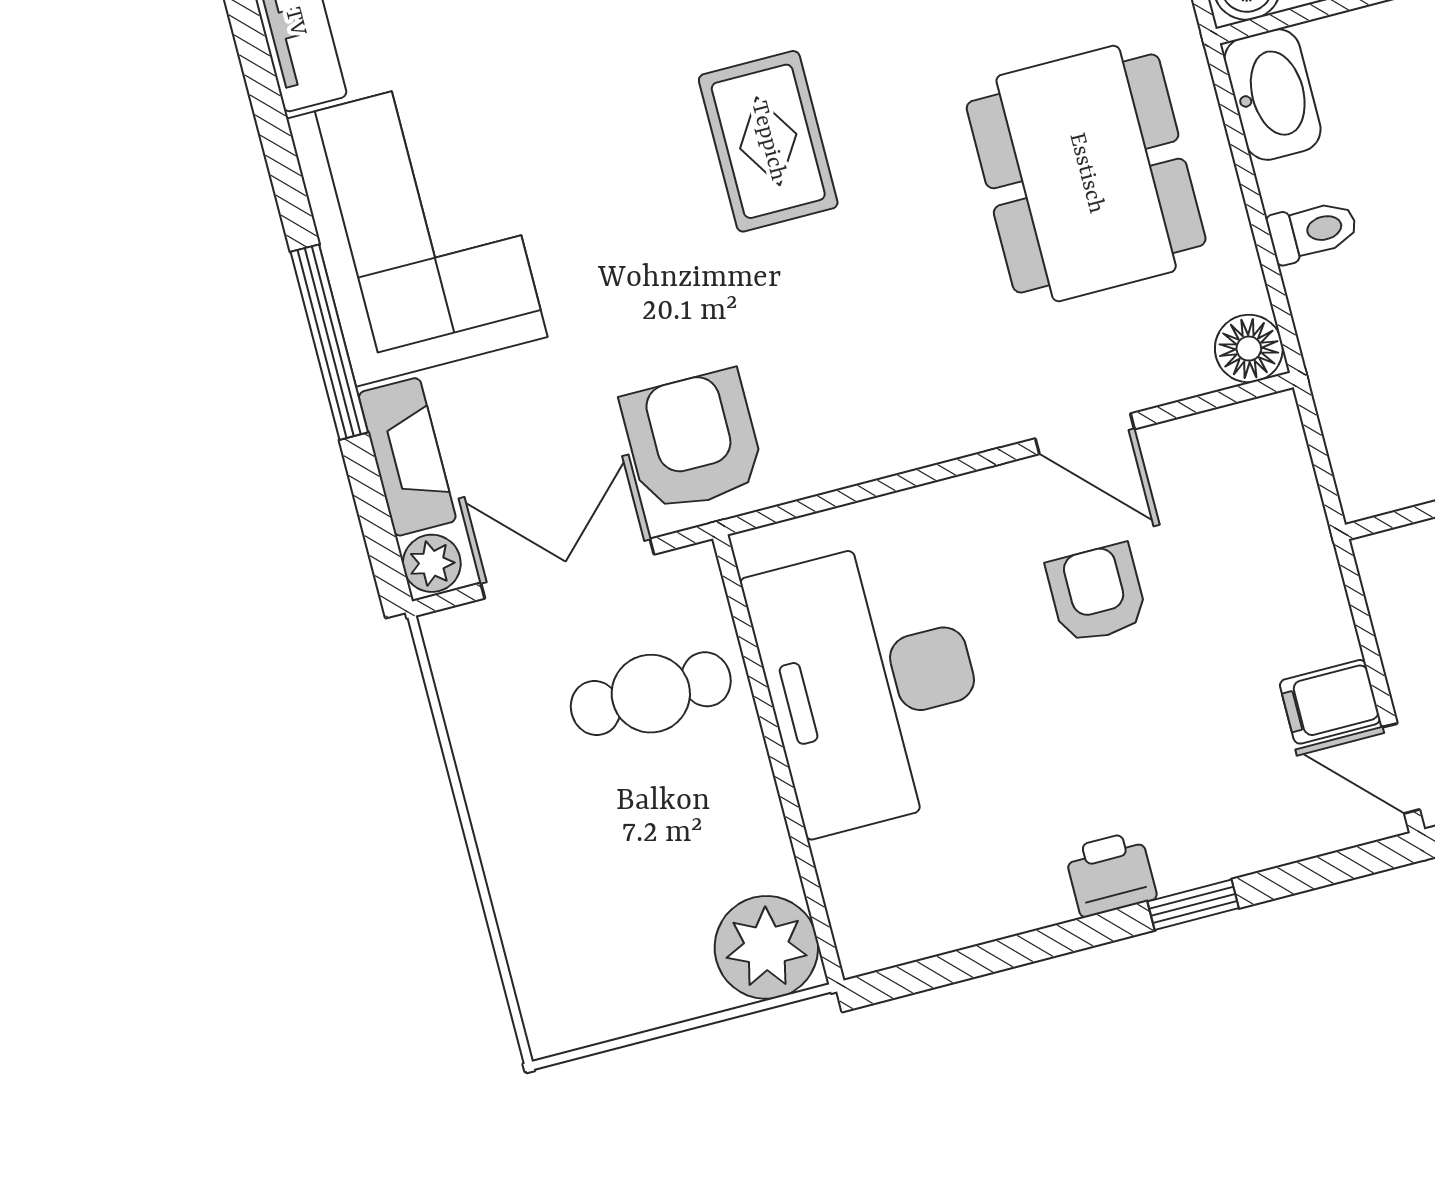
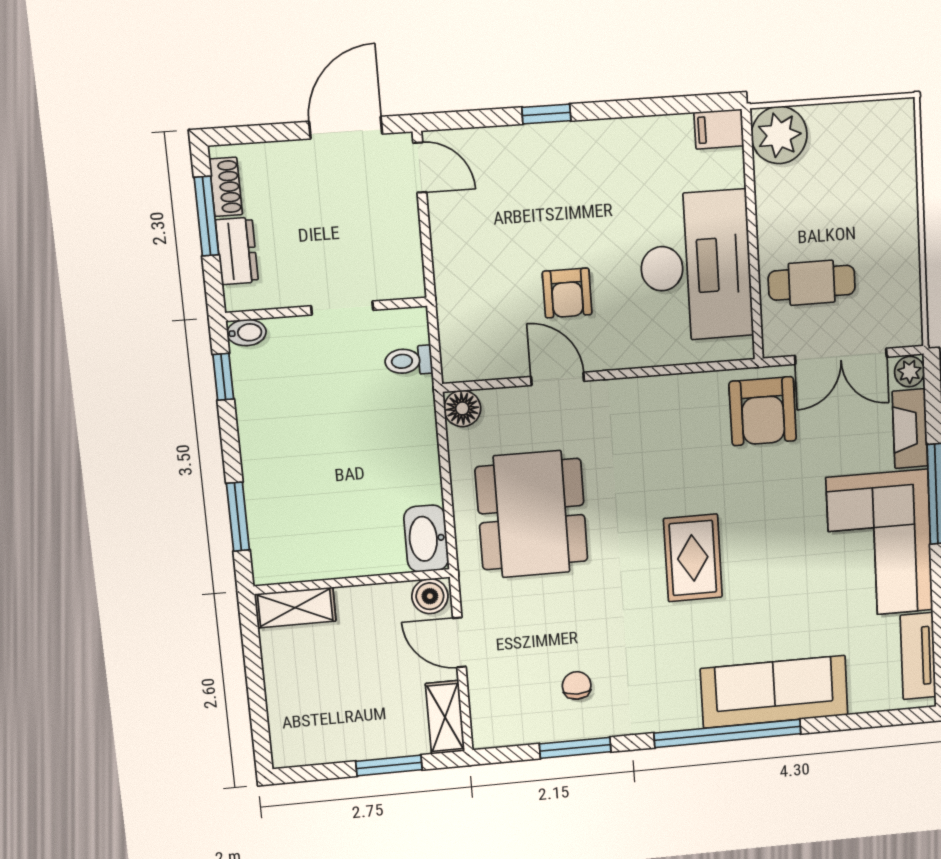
toilet: (1313, 231) -> (408, 361), moved
filing cabinet: (1330, 702) -> (719, 129), moved, turned 180
printer: (1111, 874) -> (588, 140), removed

